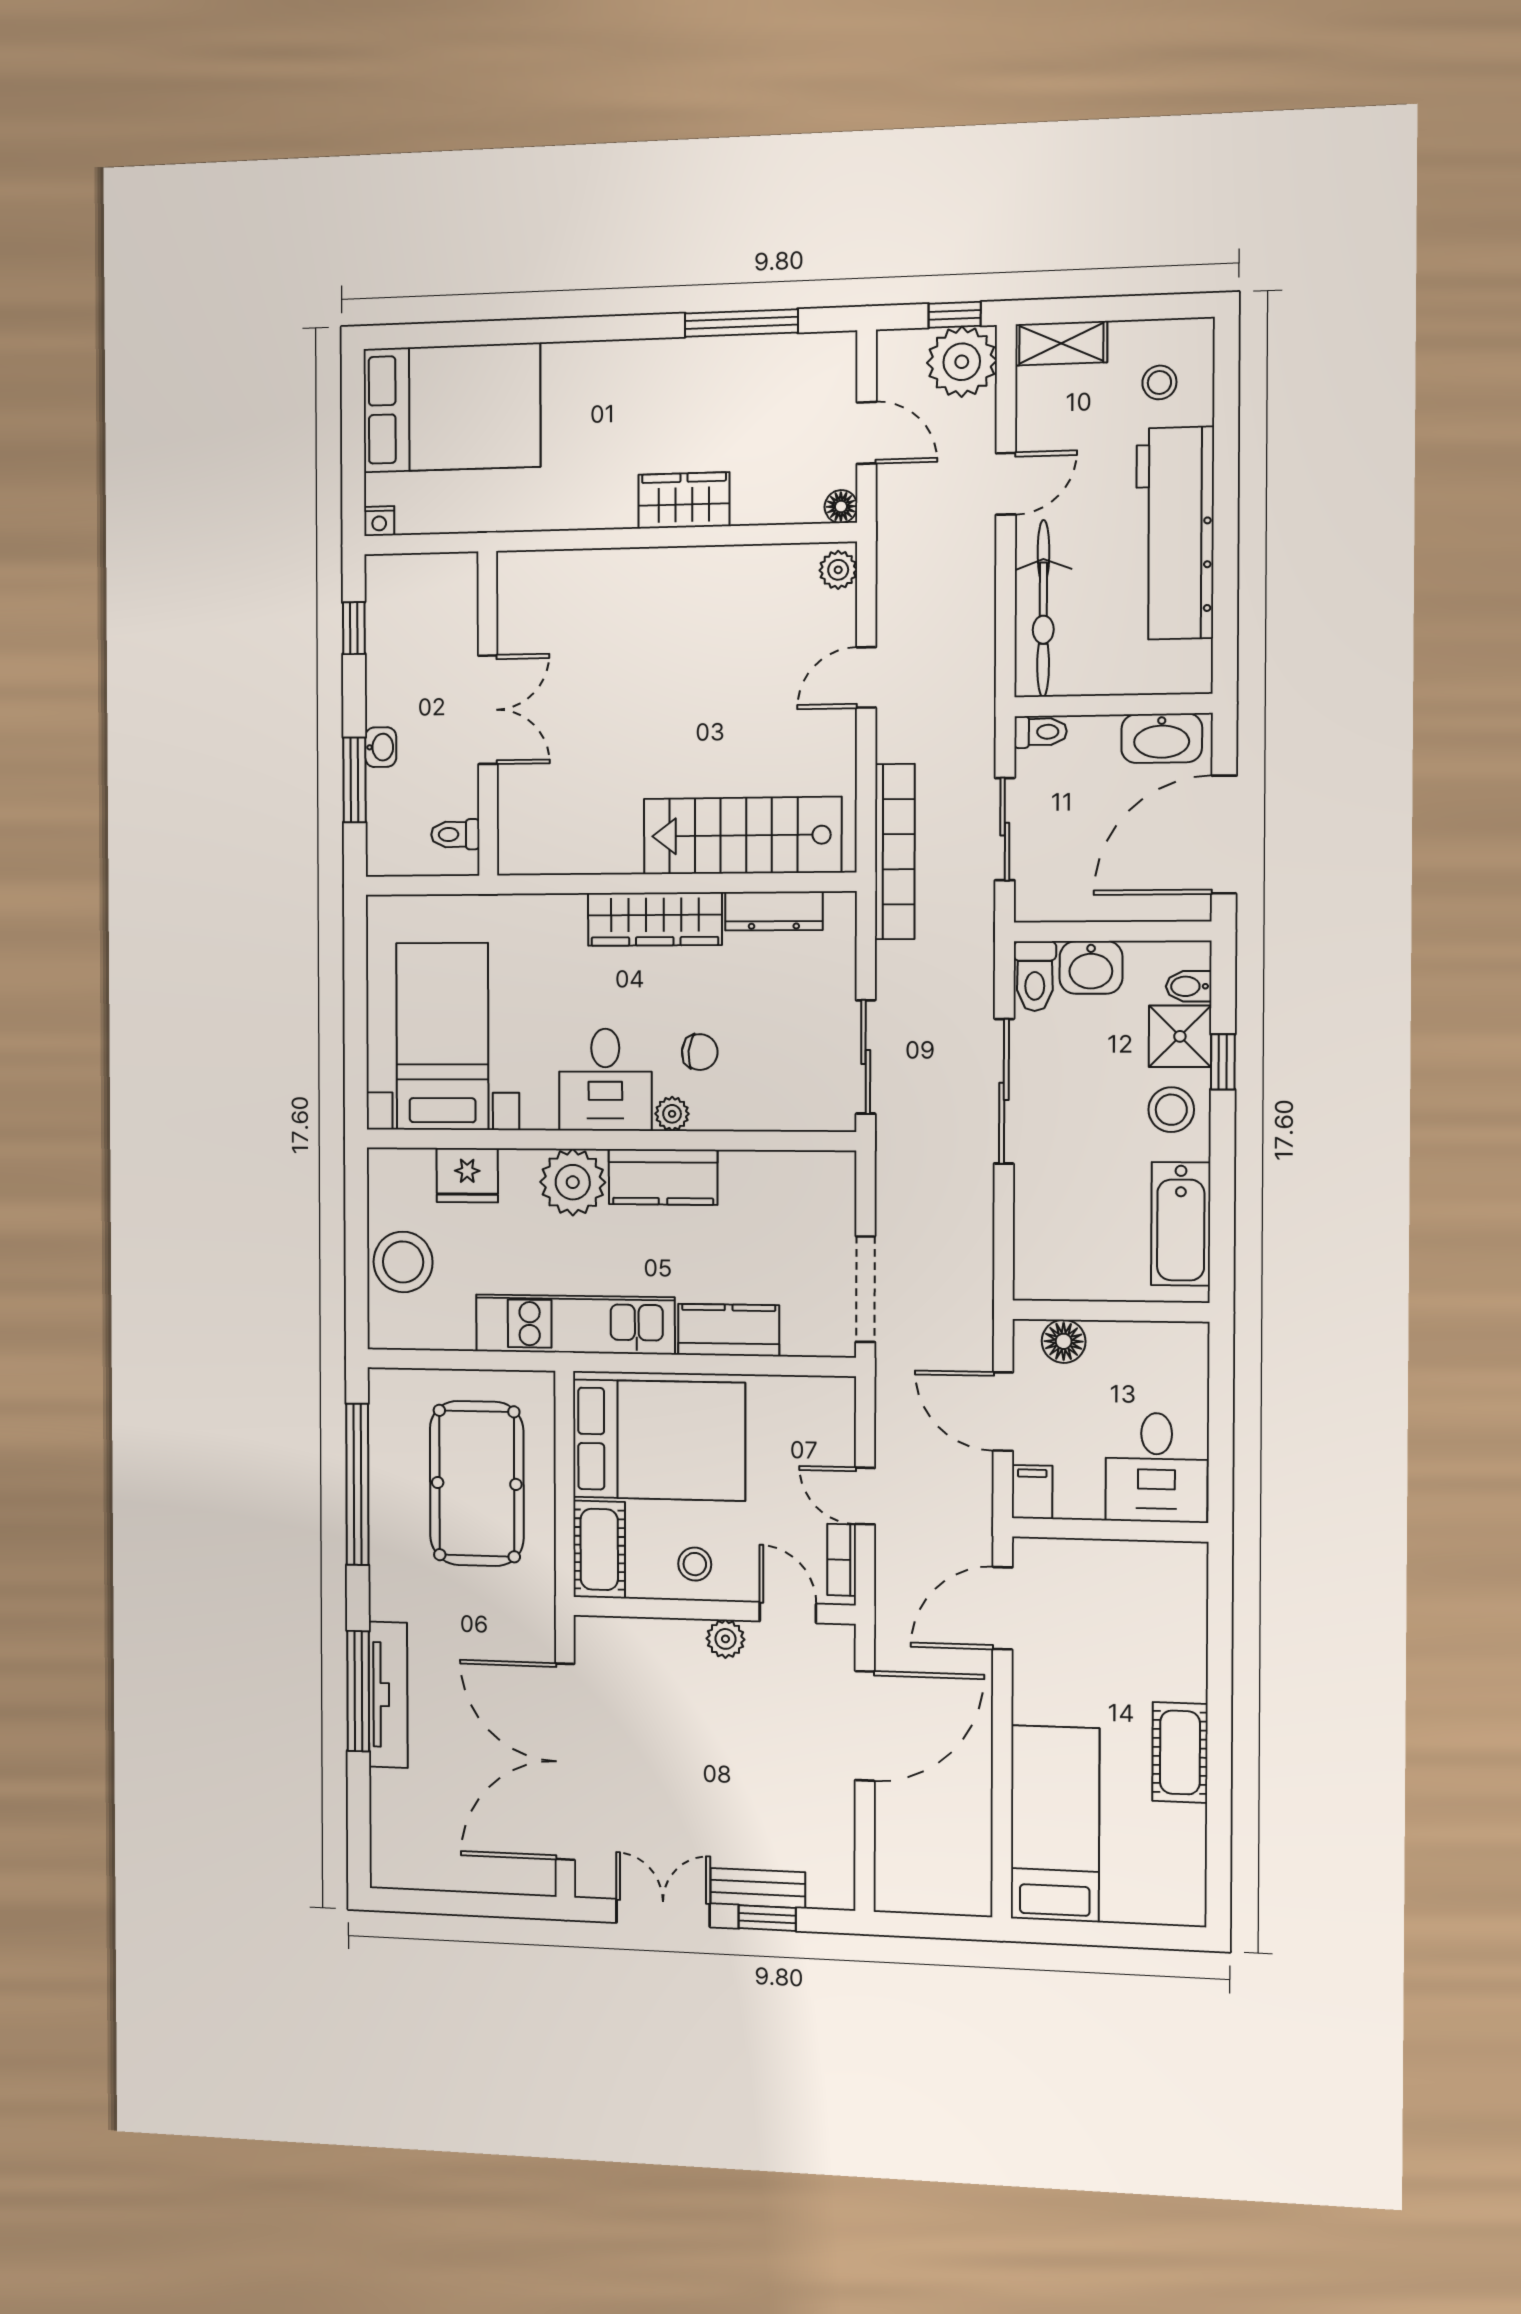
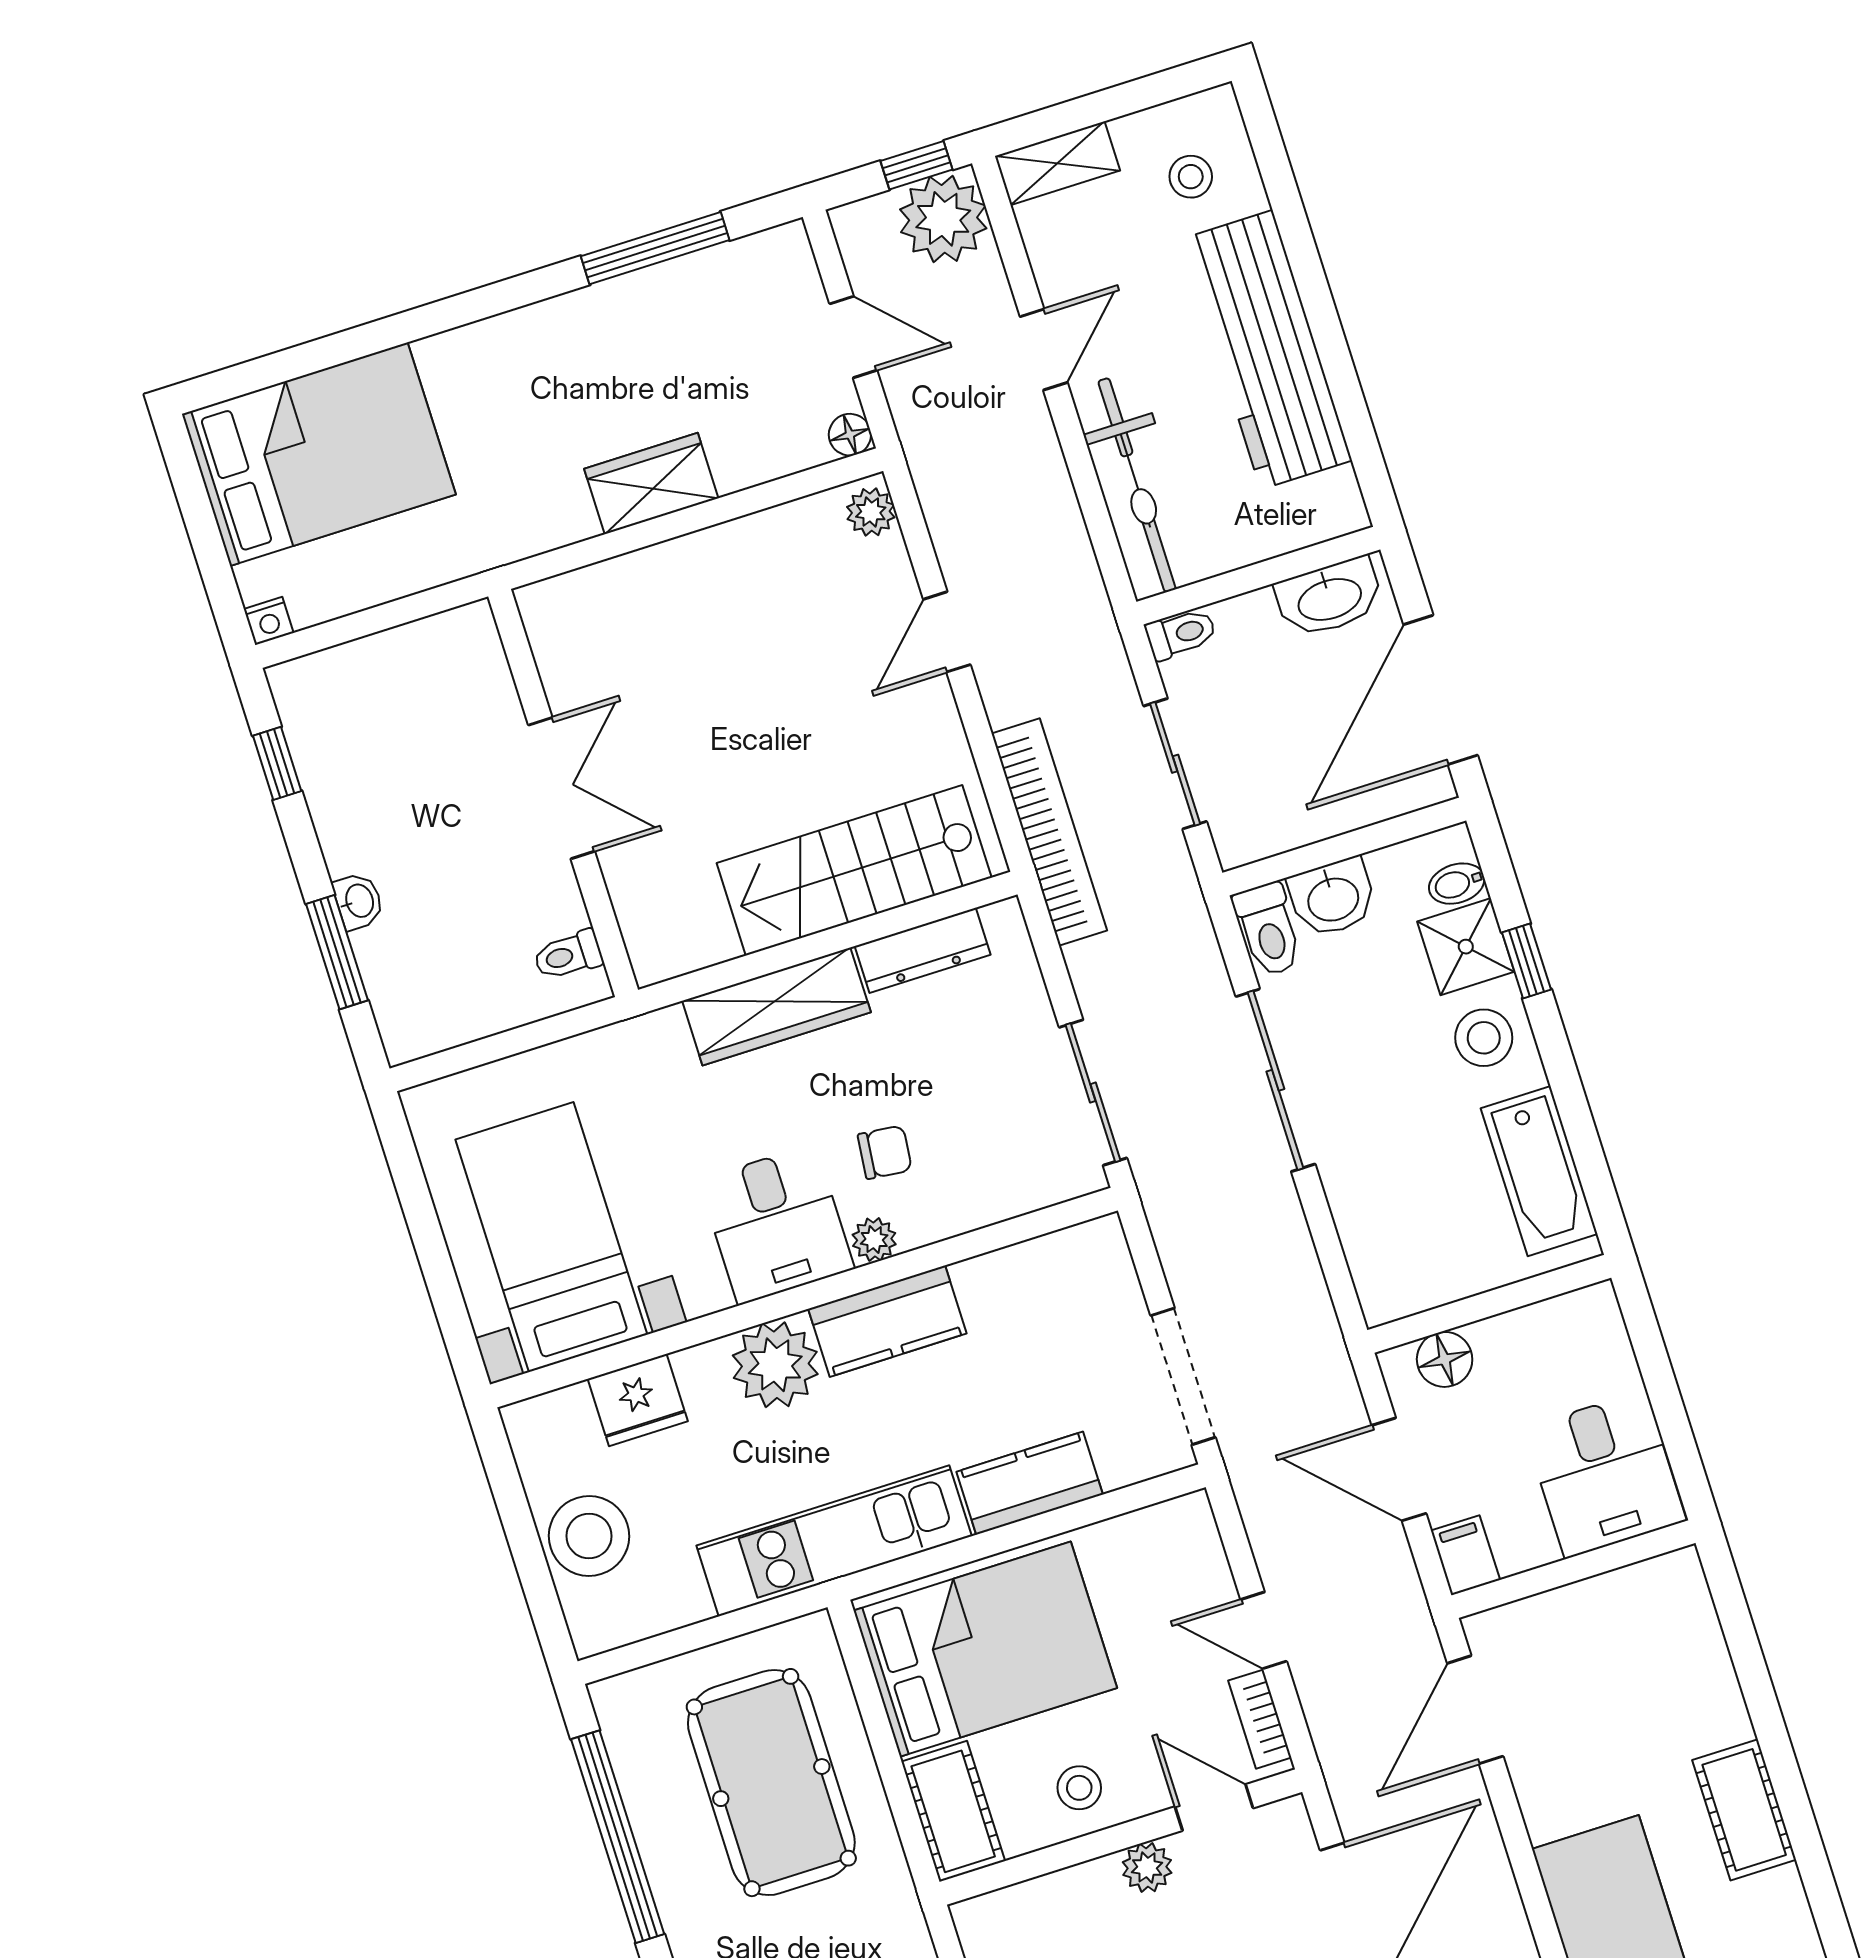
double door: (488, 710) -> (562, 788), moved
wall: (488, 714) -> (563, 793), moved
toilet: (455, 834) -> (568, 955), moved

